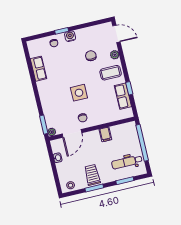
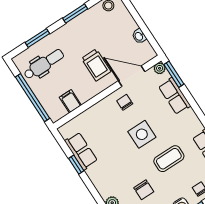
coffee table: (111, 73) -> (169, 159), moved
row of seats: (48, 110) -> (174, 96), added
door: (72, 133) -> (132, 76), hinge flipped
filing cabinet: (105, 134) -> (70, 101), moved
trolley: (92, 175) -> (96, 65), moved

